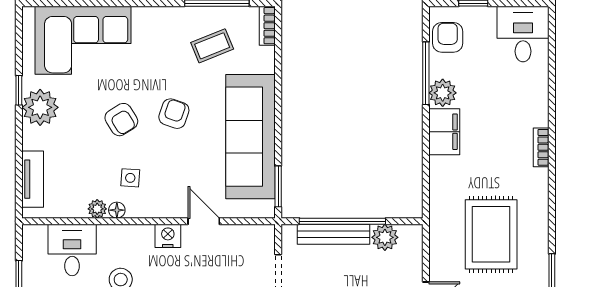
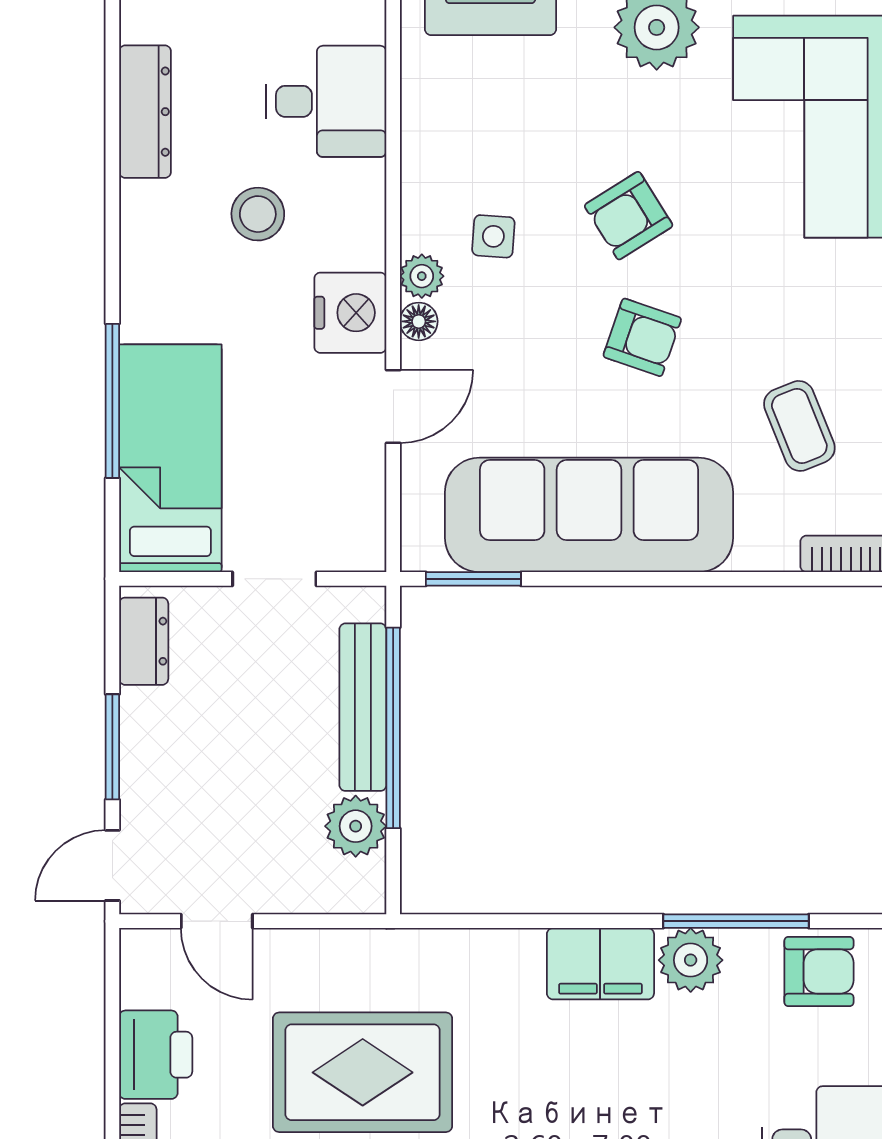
plant: (97, 209) -> (422, 276), moved
floor lamp: (117, 210) -> (419, 321), moved
nightstand: (168, 236) -> (350, 313), width x1.36, depth x1.33

